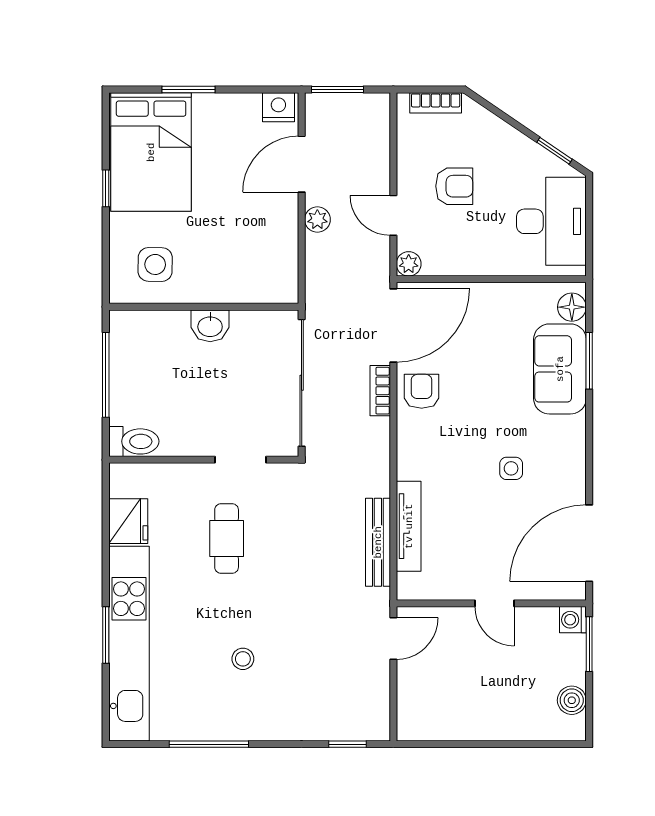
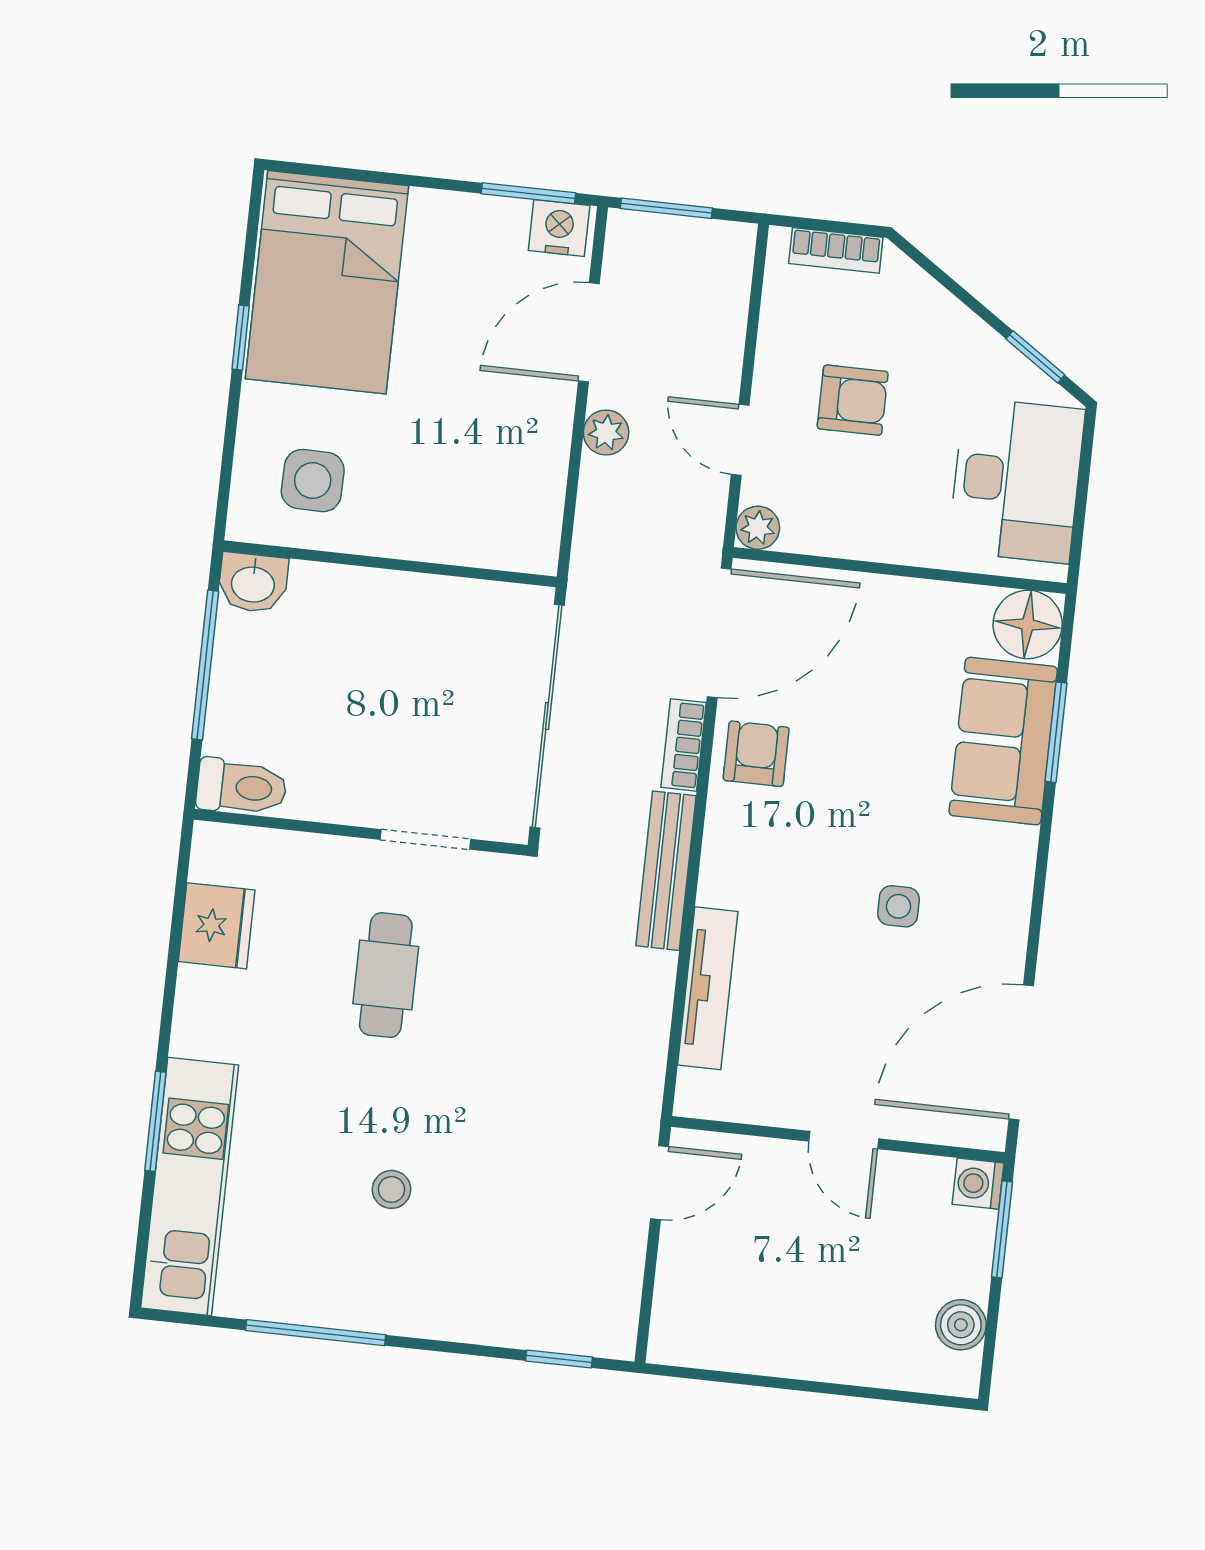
window: (189, 90) -> (528, 193), moved
floor lamp: (572, 307) -> (1028, 624), width x1.38, depth x1.38
washbasin: (210, 326) -> (253, 583), moved
bench: (378, 542) -> (666, 871), moved
kitchen unit: (129, 644) -> (190, 1186), width x0.73

